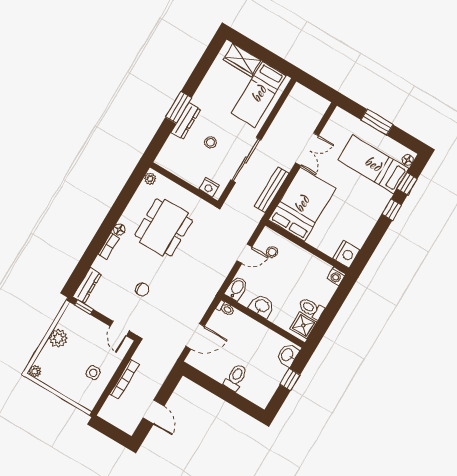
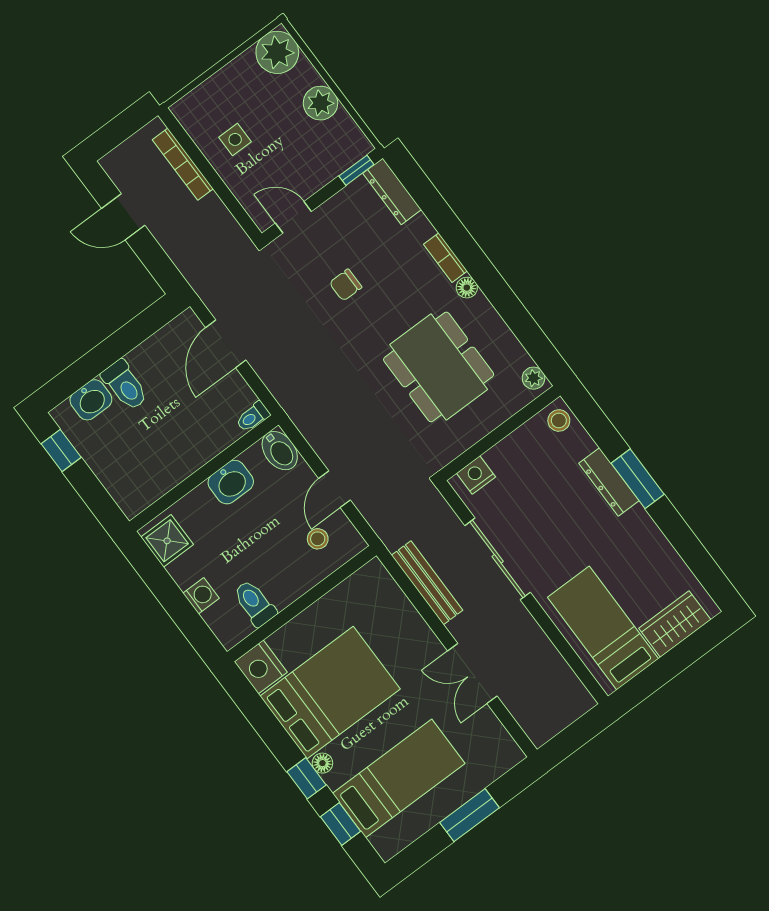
stool: (210, 142) -> (559, 421), moved
floor lamp: (408, 160) -> (322, 763), moved
bed: (302, 204) -> (330, 693), moved, turned -90
washing machine: (336, 276) -> (201, 596), moved, turned 90
toilet: (311, 309) -> (255, 603), moved, turned -90
washbasin: (288, 355) -> (91, 400), moved, turned 90
plant: (35, 371) -> (277, 52), width x1.88, depth x1.88
bookcase: (124, 379) -> (183, 164), moved
window: (290, 380) -> (61, 450), moved

